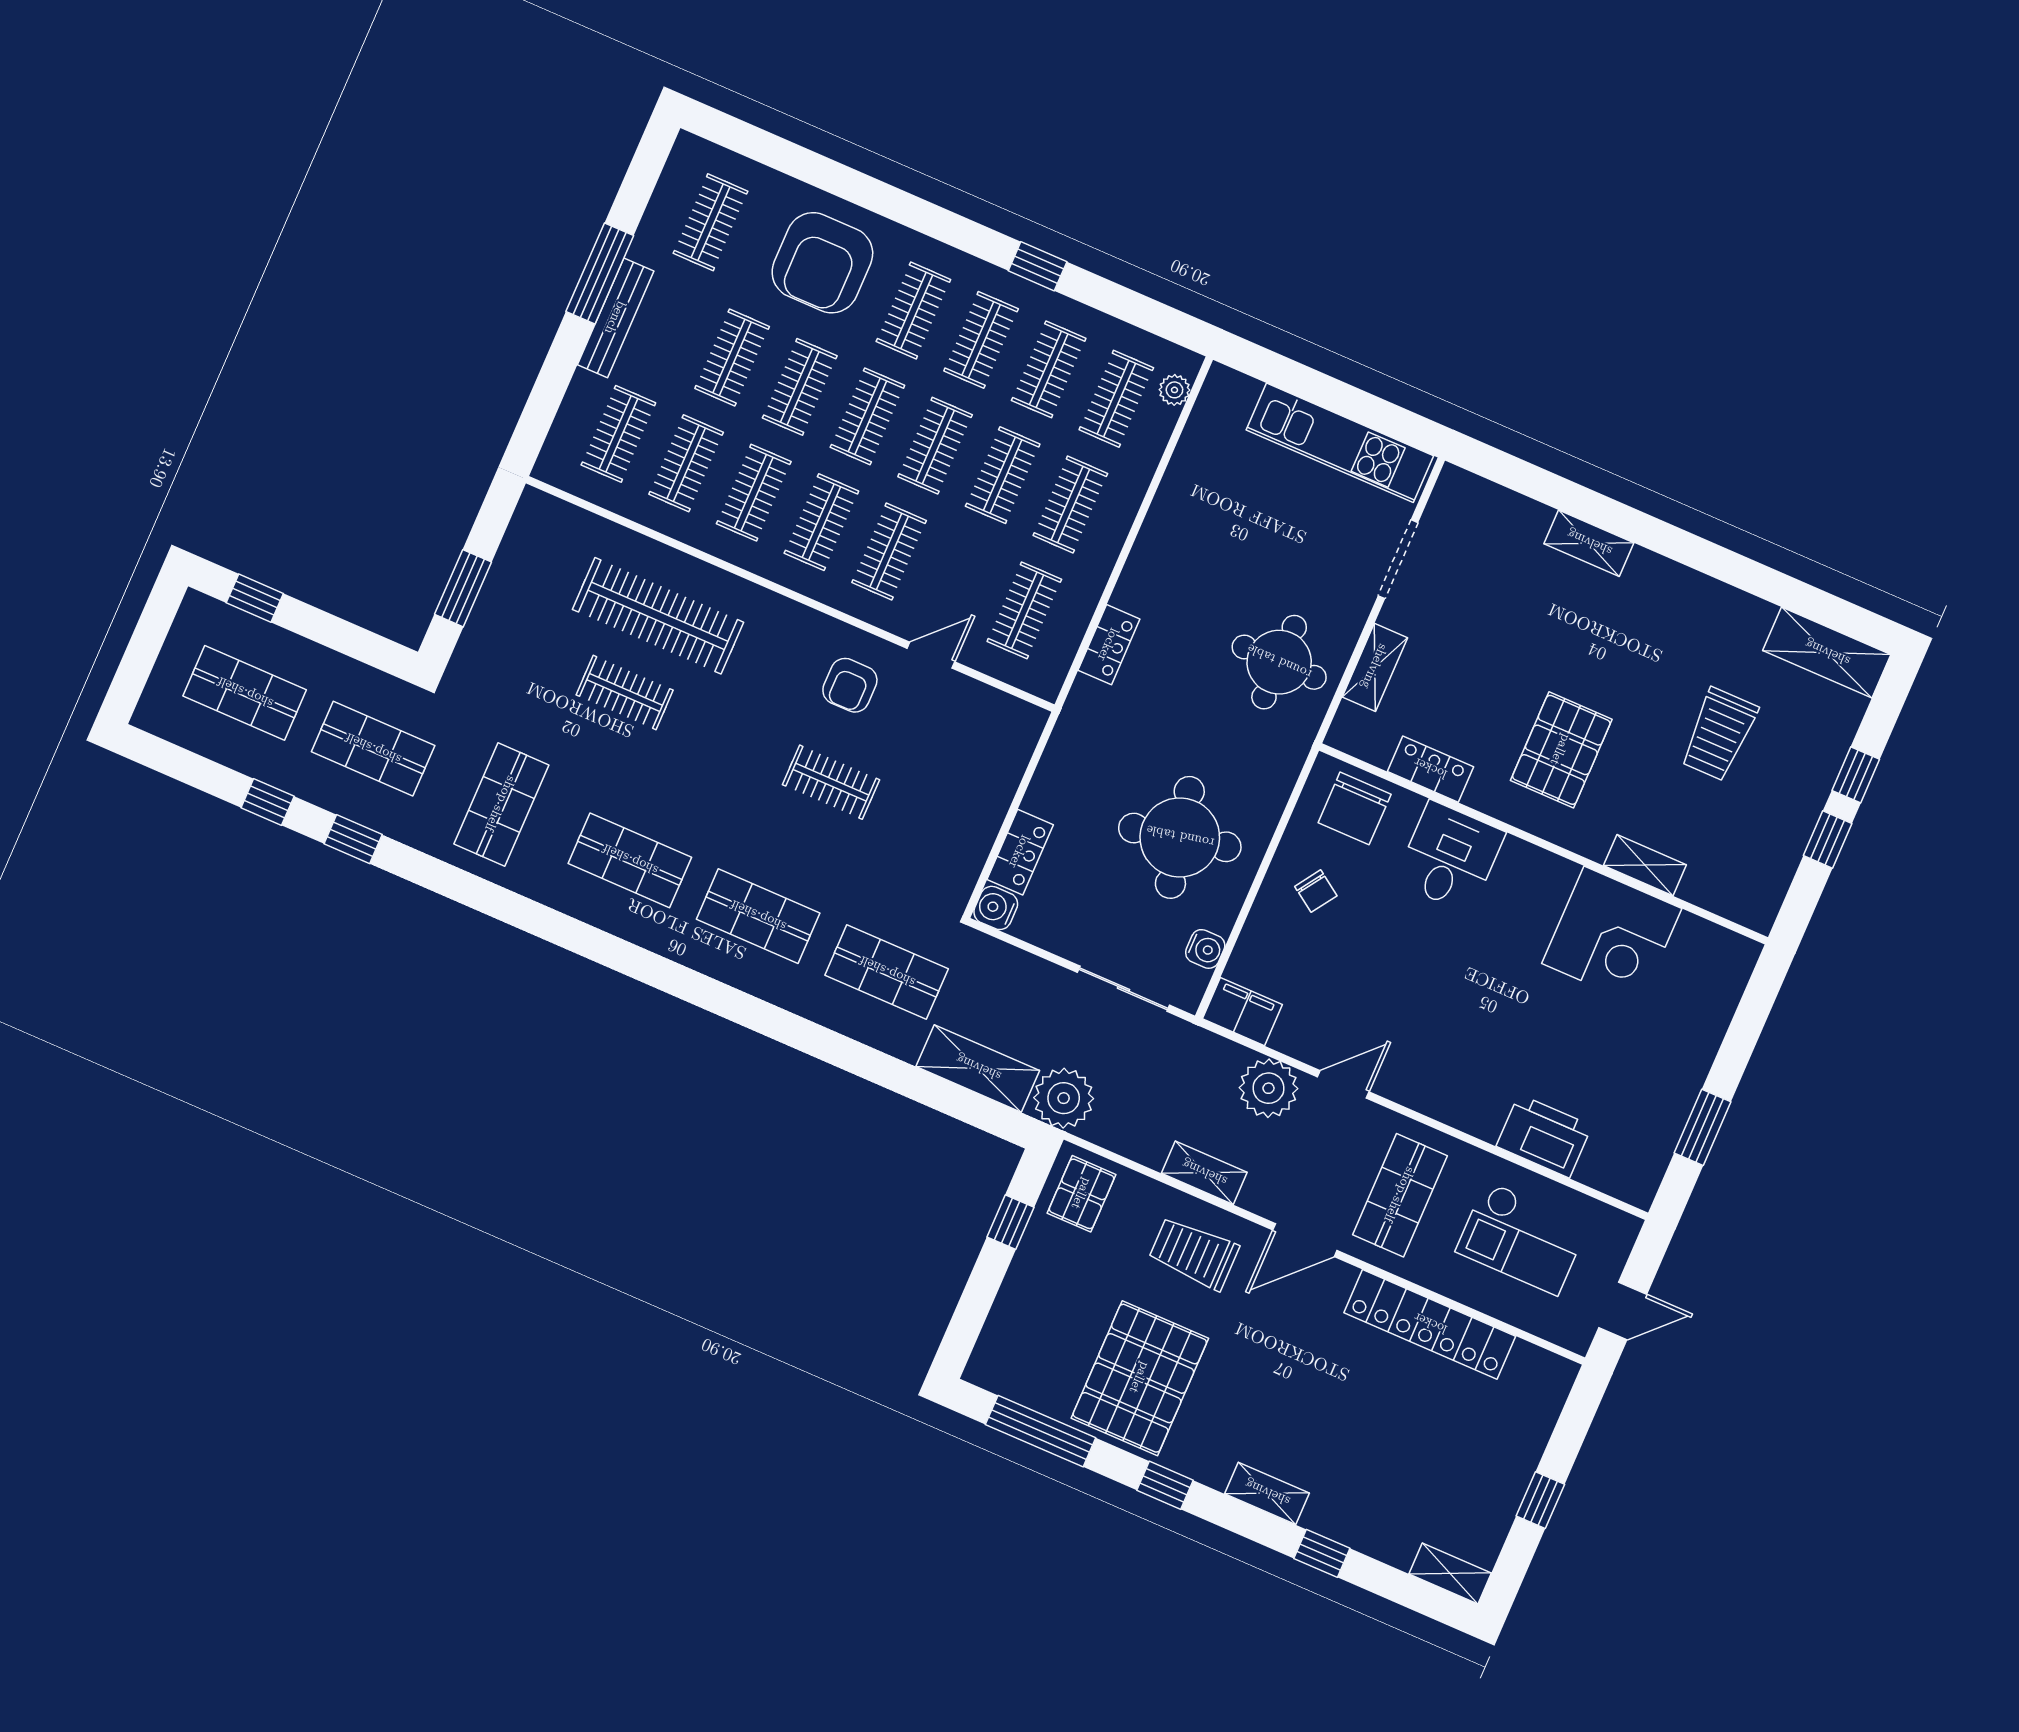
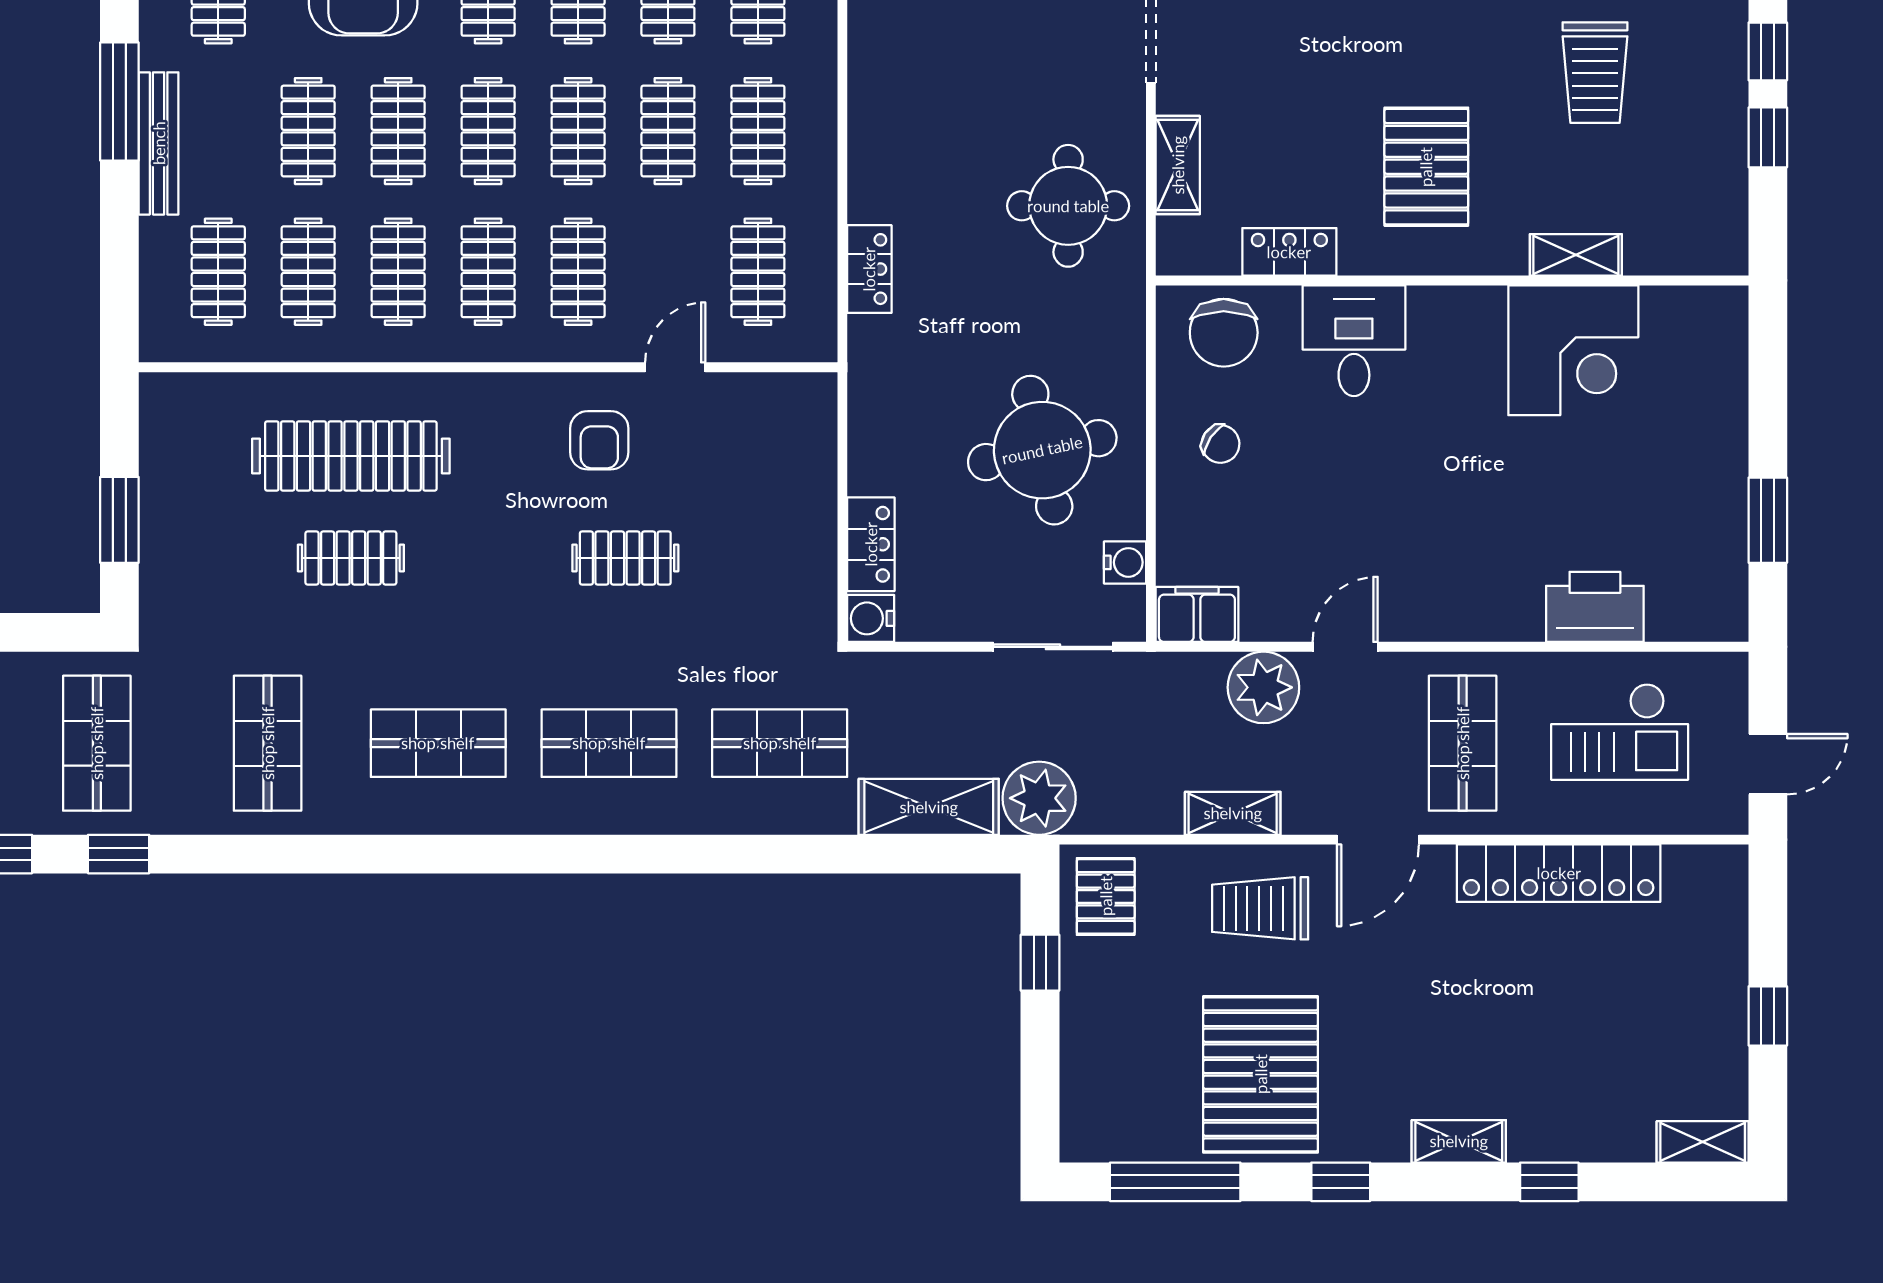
shop shelf: (373, 749) -> (97, 743), turned 90

